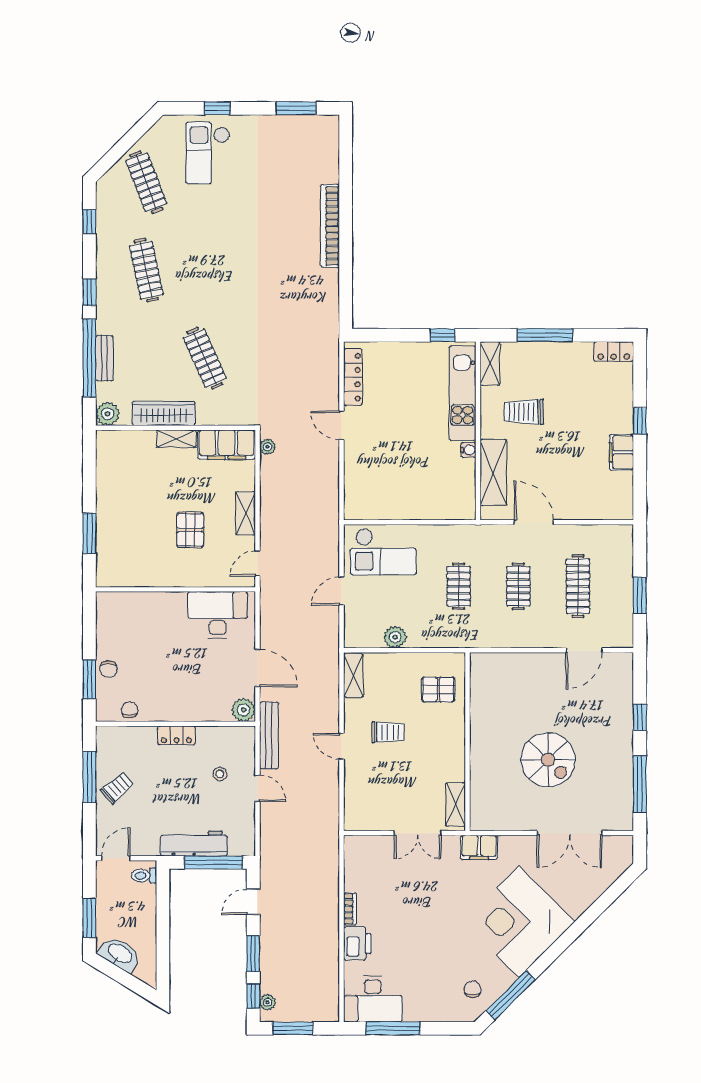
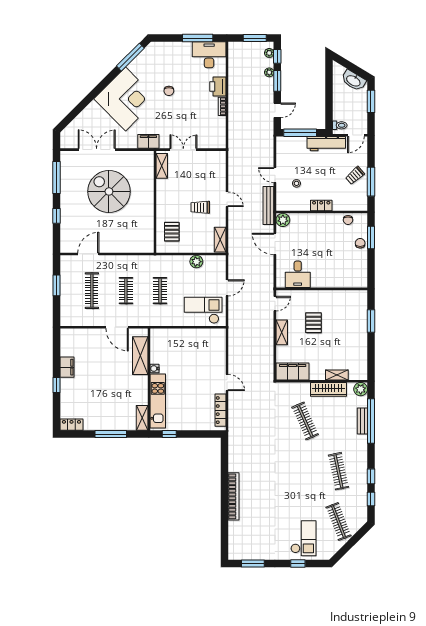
window: (89, 292) -> (371, 476), moved
trolley: (524, 412) -> (123, 390), removed
shelving: (176, 439) -> (337, 375), moved
plant: (267, 447) -> (269, 72), moved
desk: (218, 615) -> (298, 274), width x0.73
pallet: (438, 690) -> (172, 232), turned 90
spiral stairs: (548, 760) -> (109, 191), width x1.37, depth x1.37
workbench: (194, 844) -> (326, 144), moved
chair: (473, 989) -> (169, 91), moved

